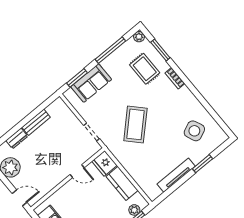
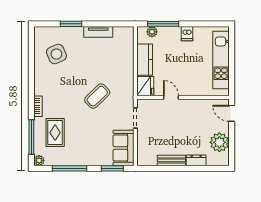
window: (160, 50) -> (31, 137), width x1.44
sofa: (91, 83) -> (123, 148), moved, turned -90
coffee table: (135, 124) -> (97, 96), width x0.73, depth x0.76
tv unit: (176, 175) -> (98, 32), width x0.71

